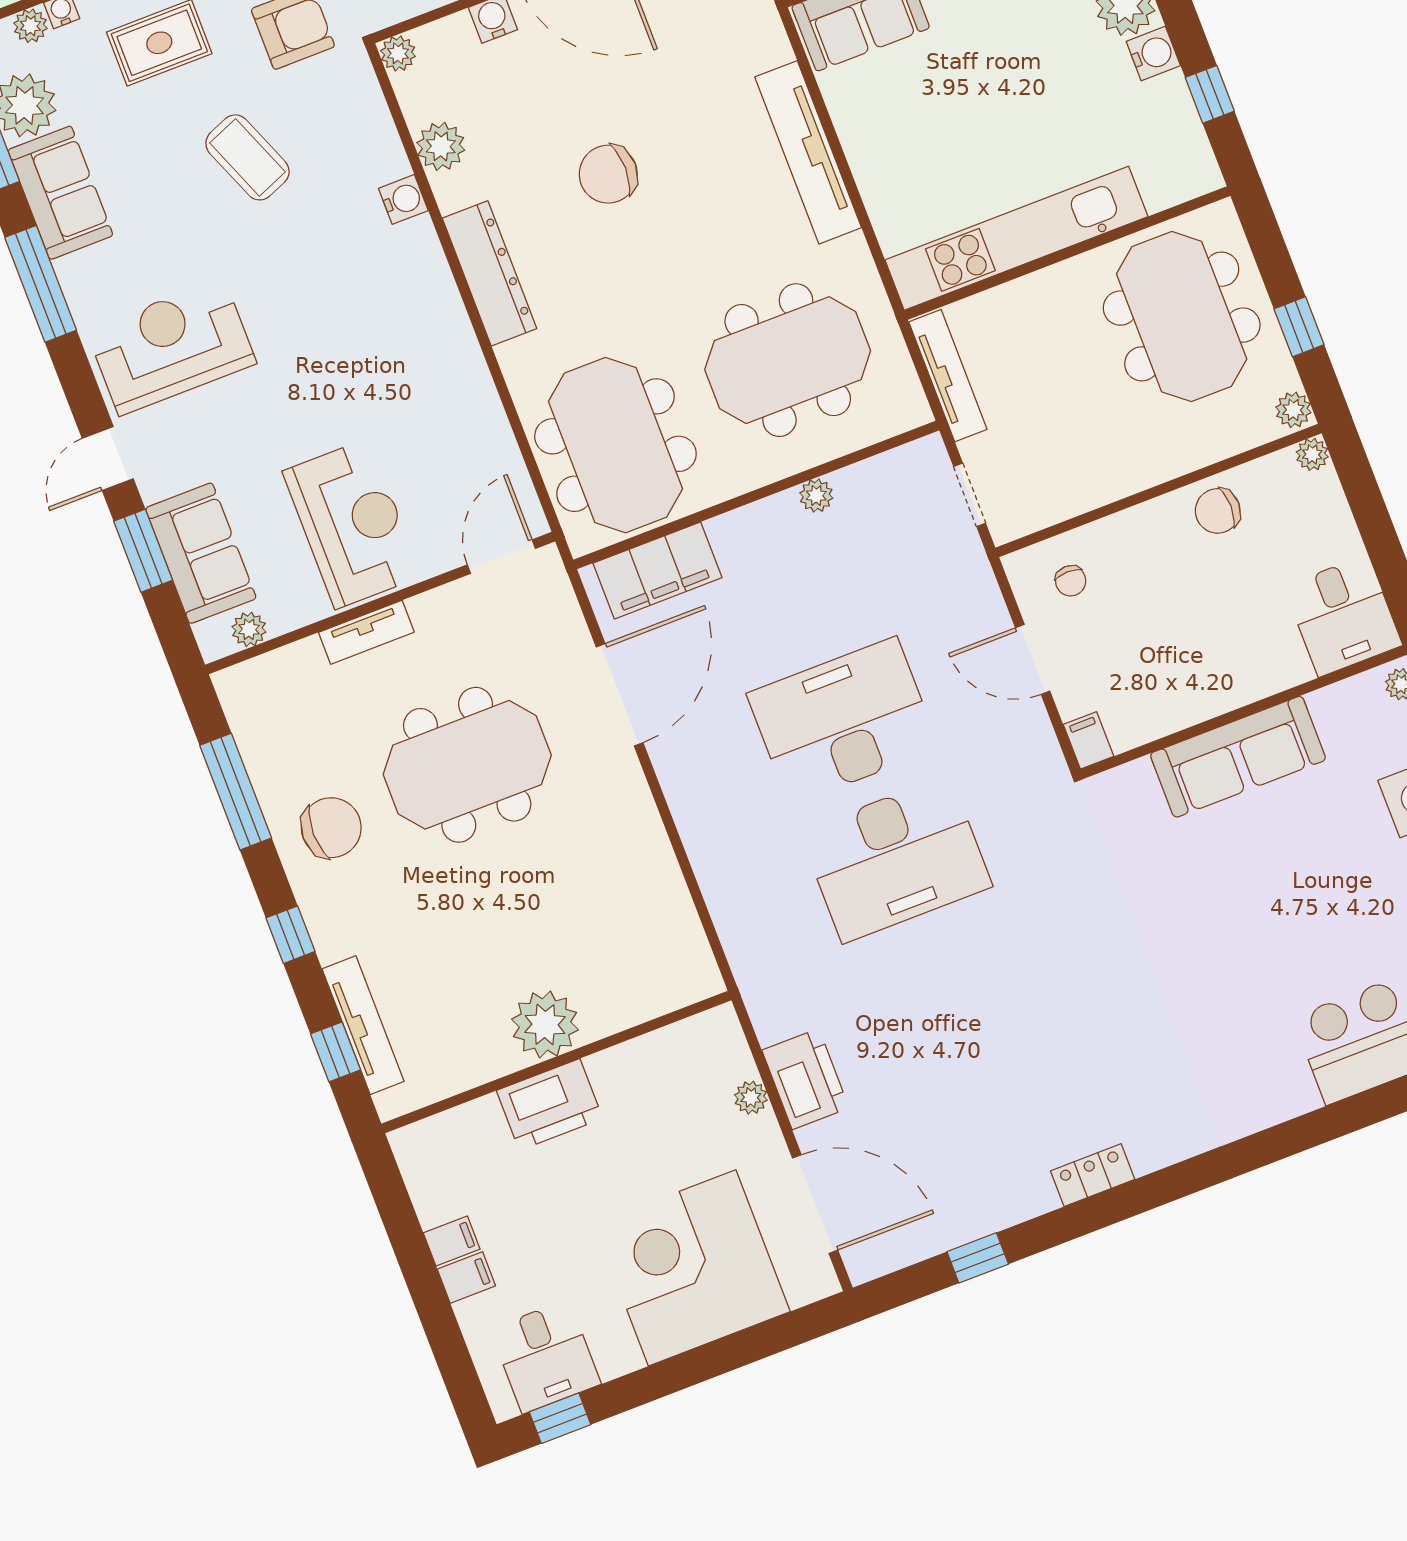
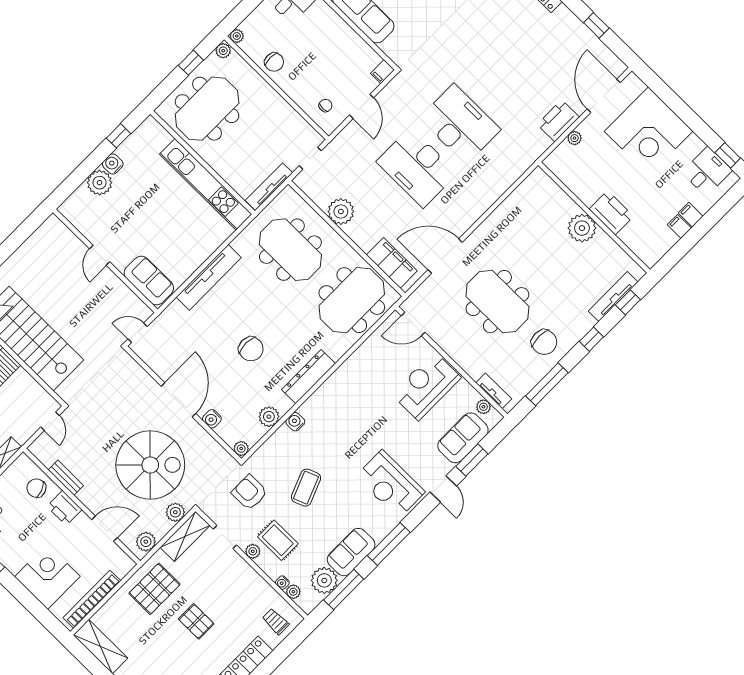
door: (108, 459) -> (443, 489), hinge flipped
plant: (816, 496) -> (341, 212), width x1.87, depth x1.87
tv unit: (366, 632) -> (494, 391), moved
chair: (331, 828) -> (544, 342), turned 180

